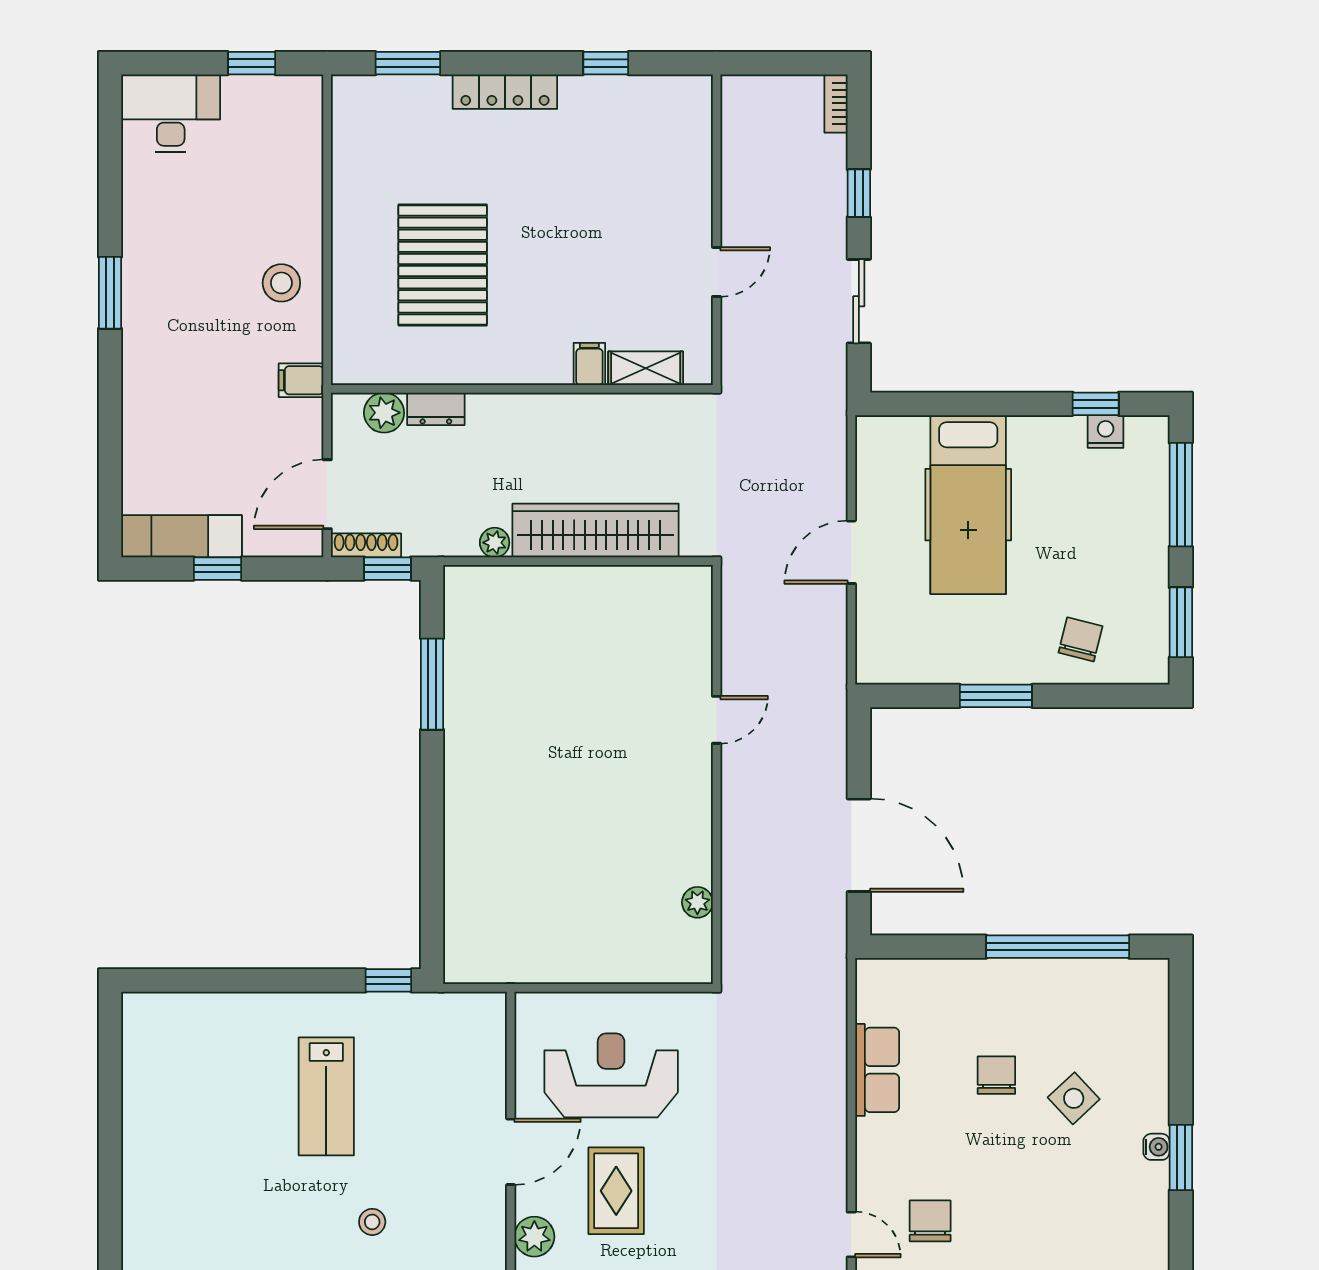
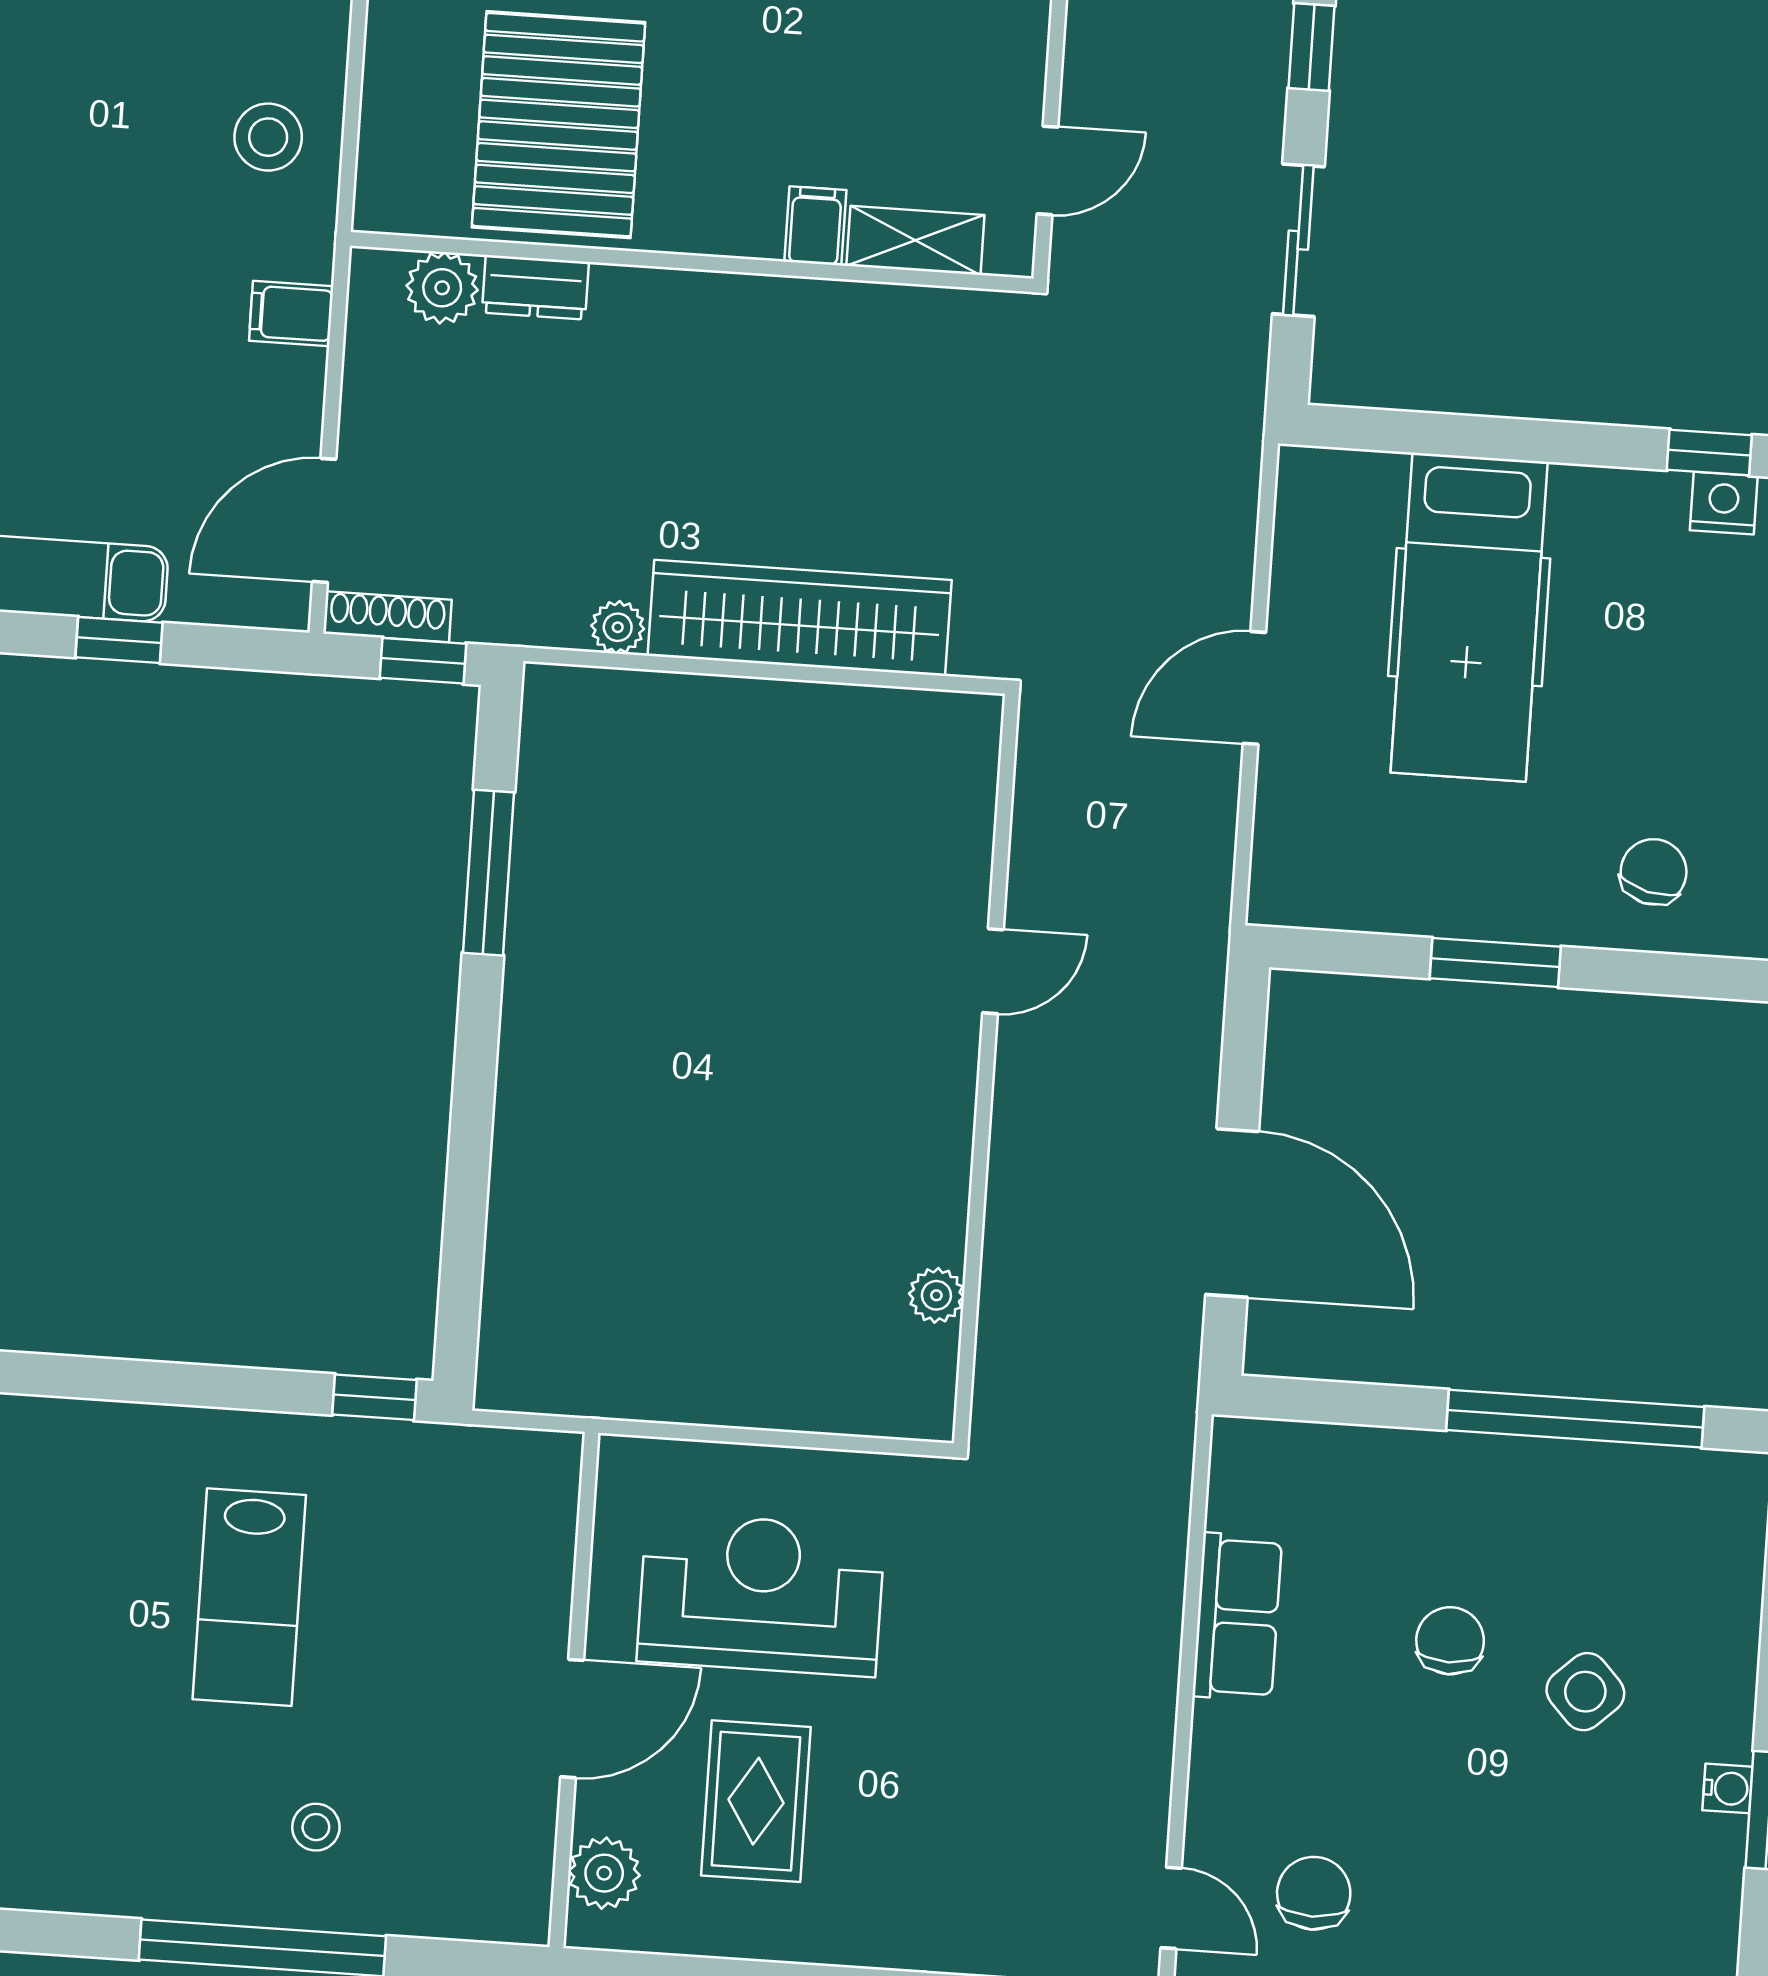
filing cabinet: (589, 364) -> (815, 226), moved
shelving: (646, 368) -> (915, 240), moved
wall: (522, 389) -> (692, 262), moved
dresser: (436, 409) -> (535, 287), moved
plant: (384, 413) -> (442, 288), moved

